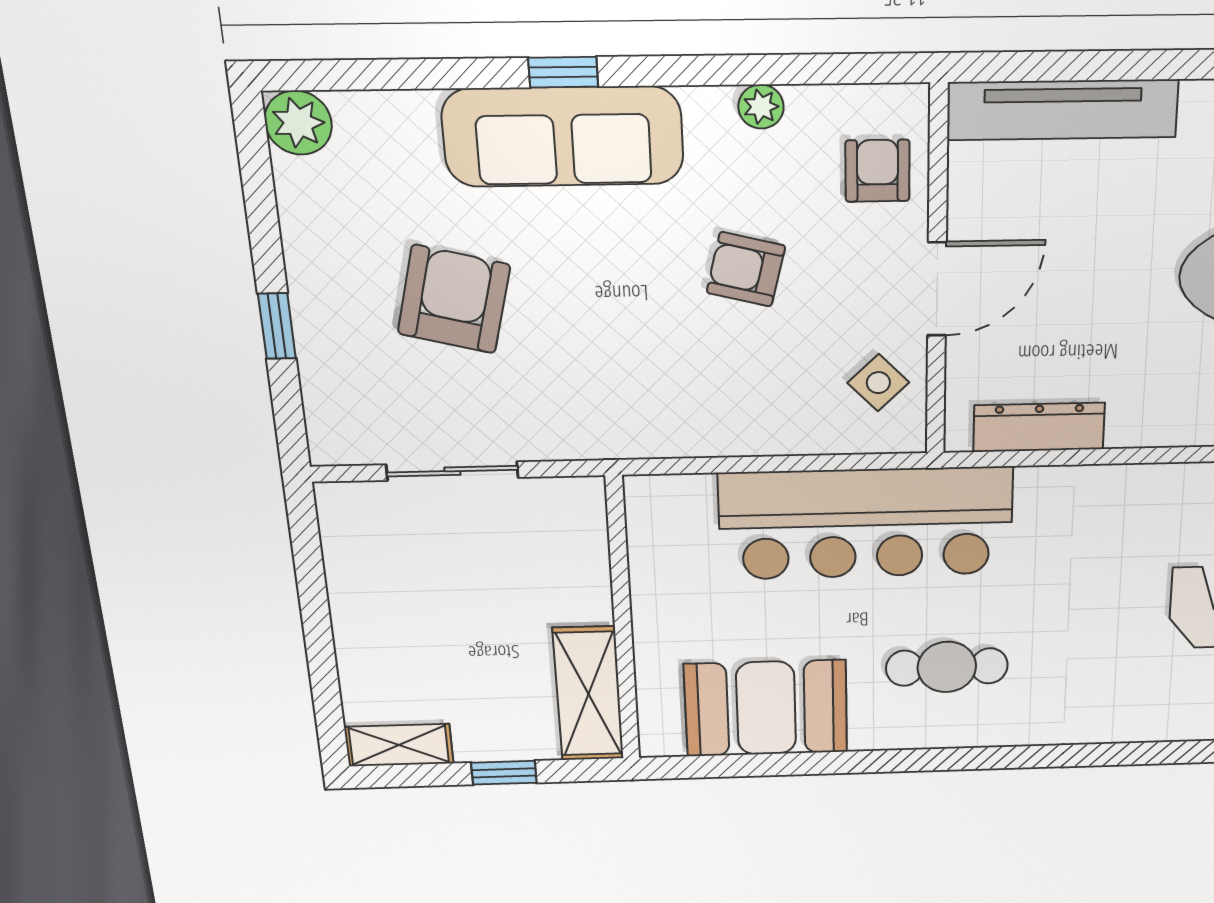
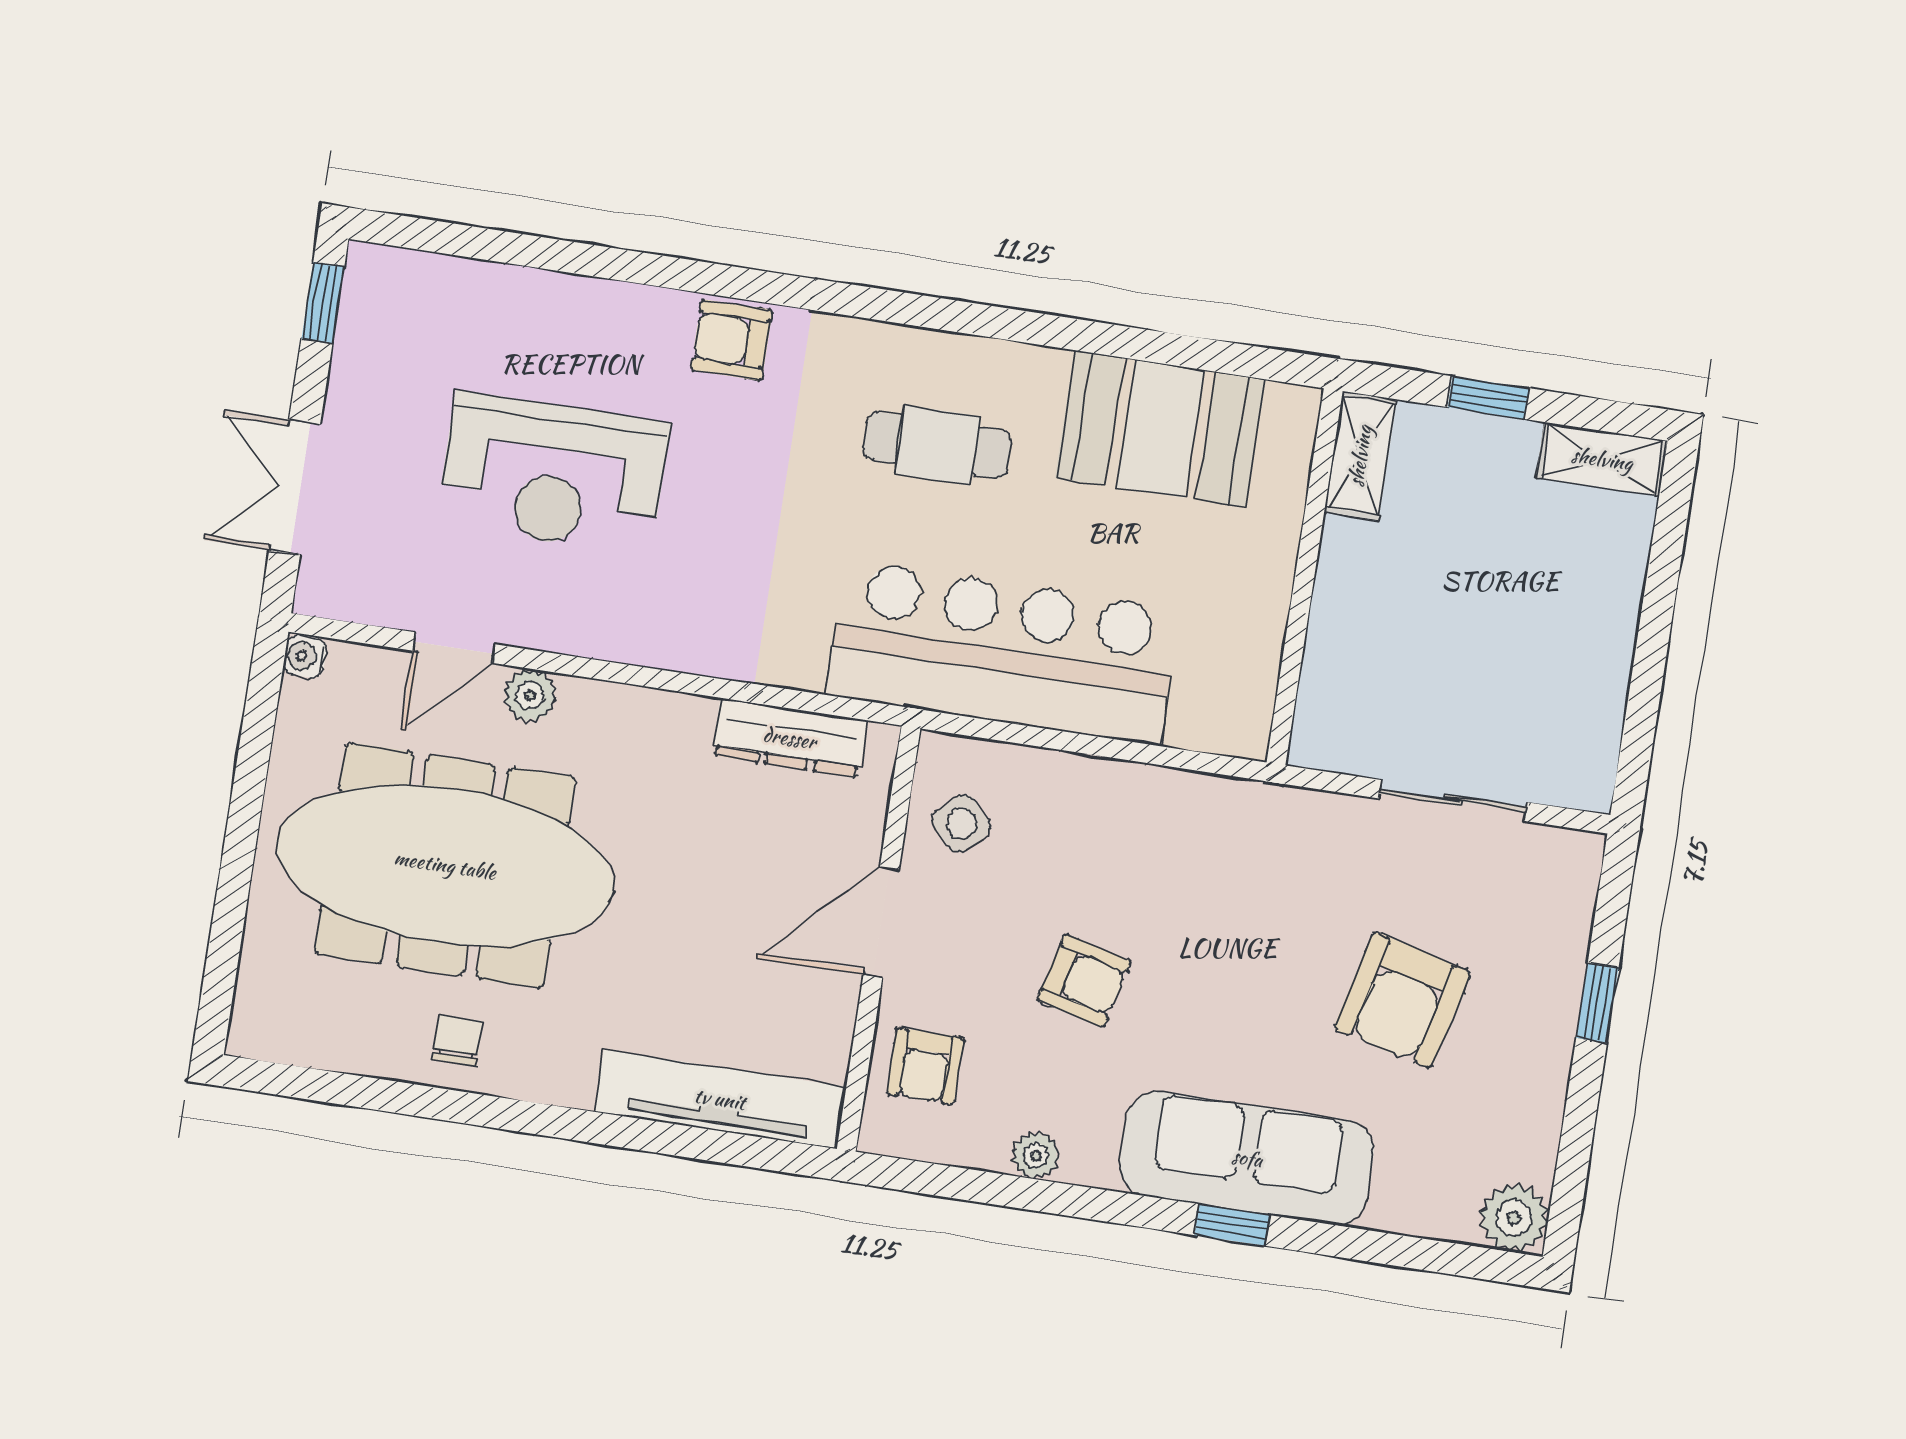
shelving: (588, 694) -> (1360, 456), width x0.67, depth x0.75
armchair: (1125, 714) -> (731, 340), added

